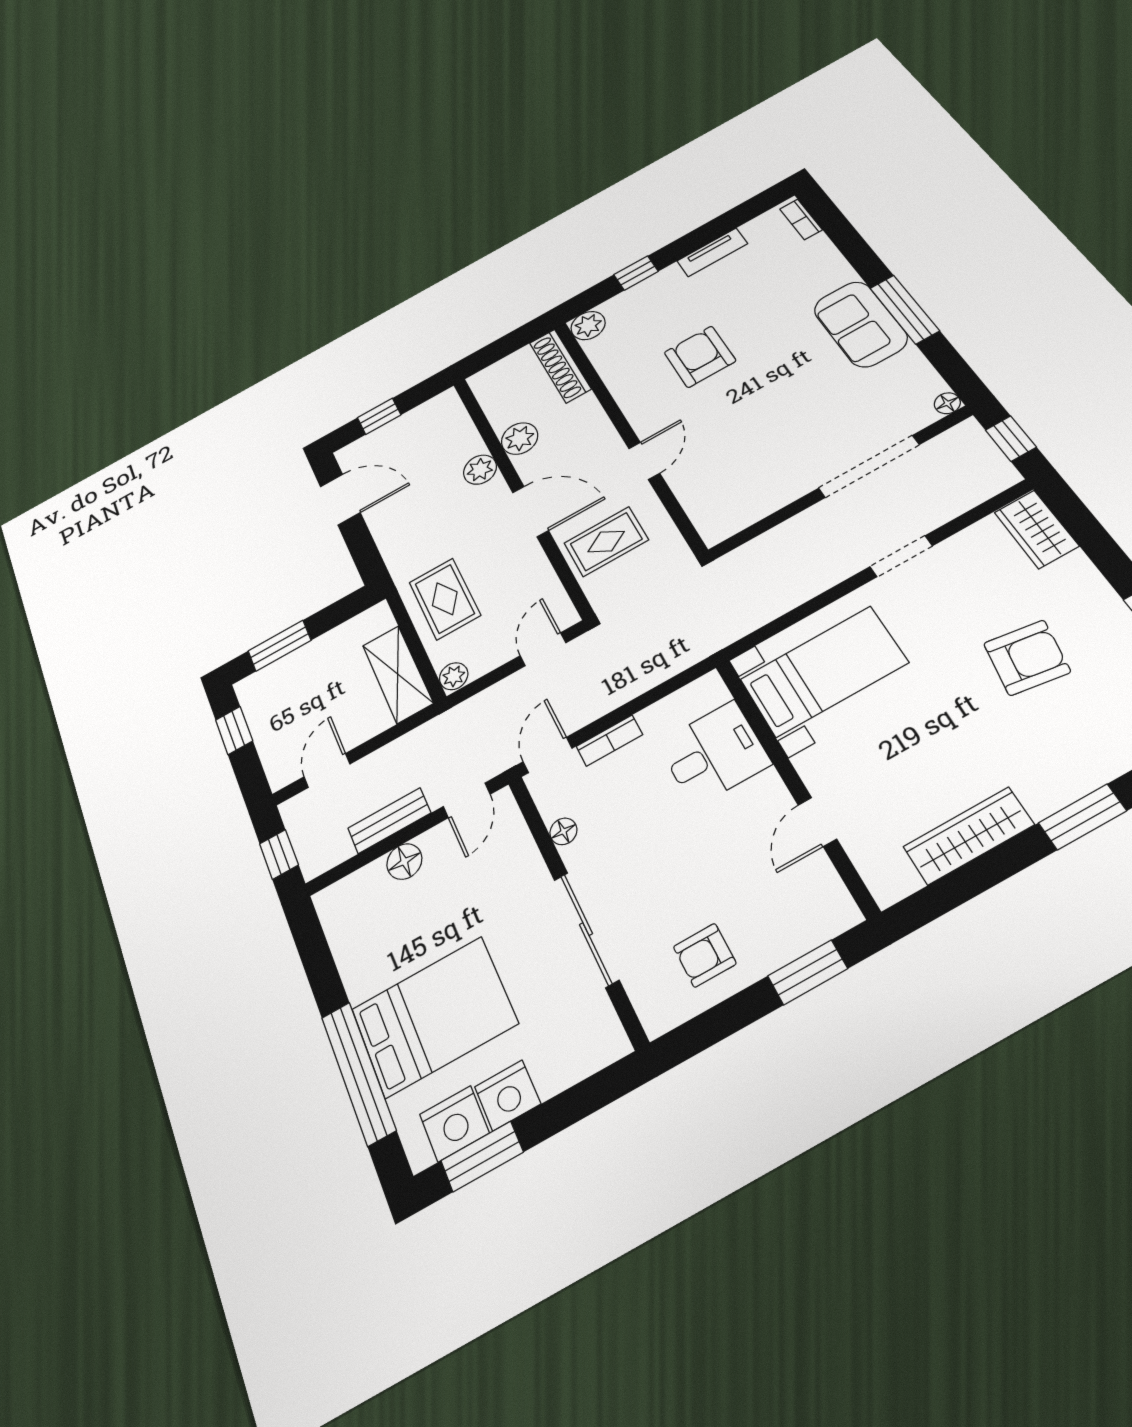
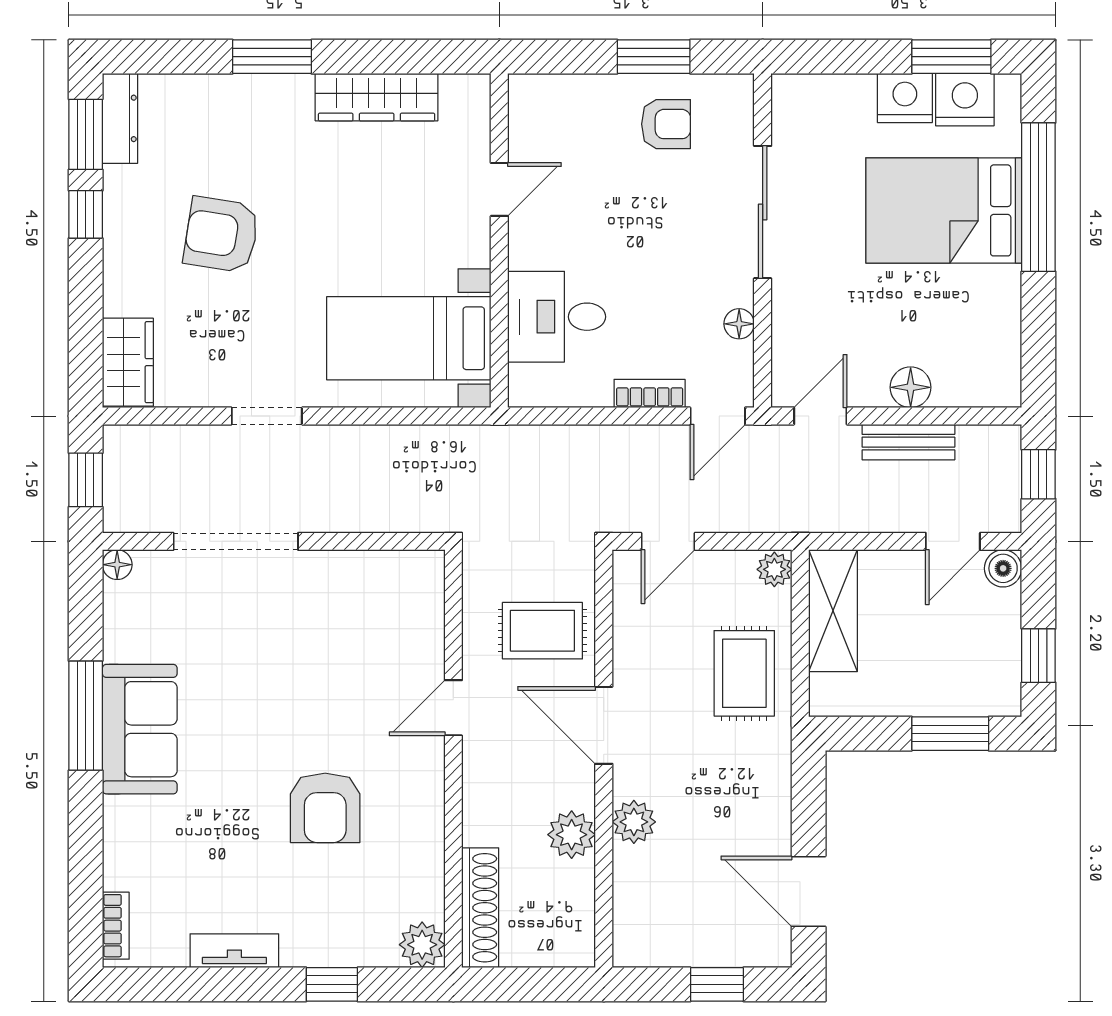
boiler: (282, 773) -> (1003, 568), added
window: (808, 972) -> (654, 57), moved

